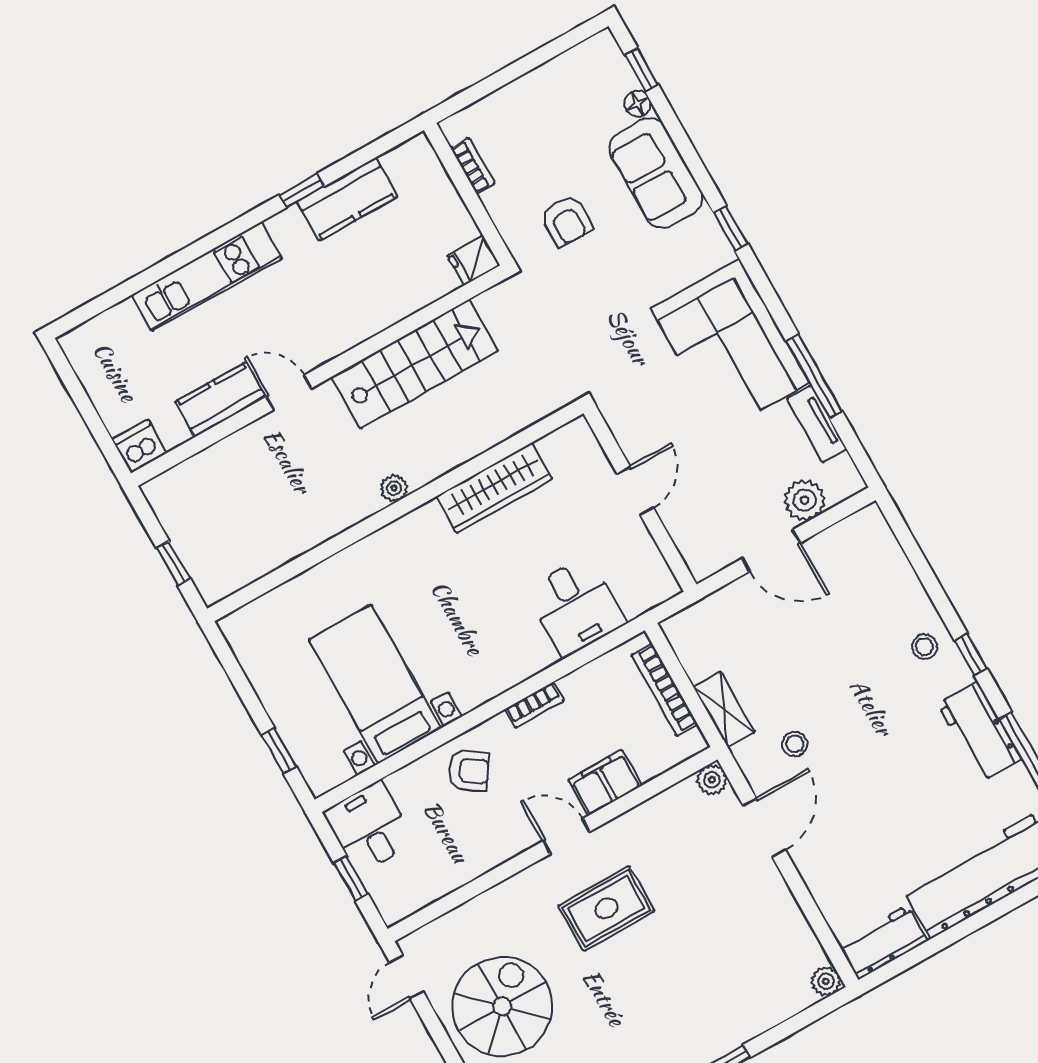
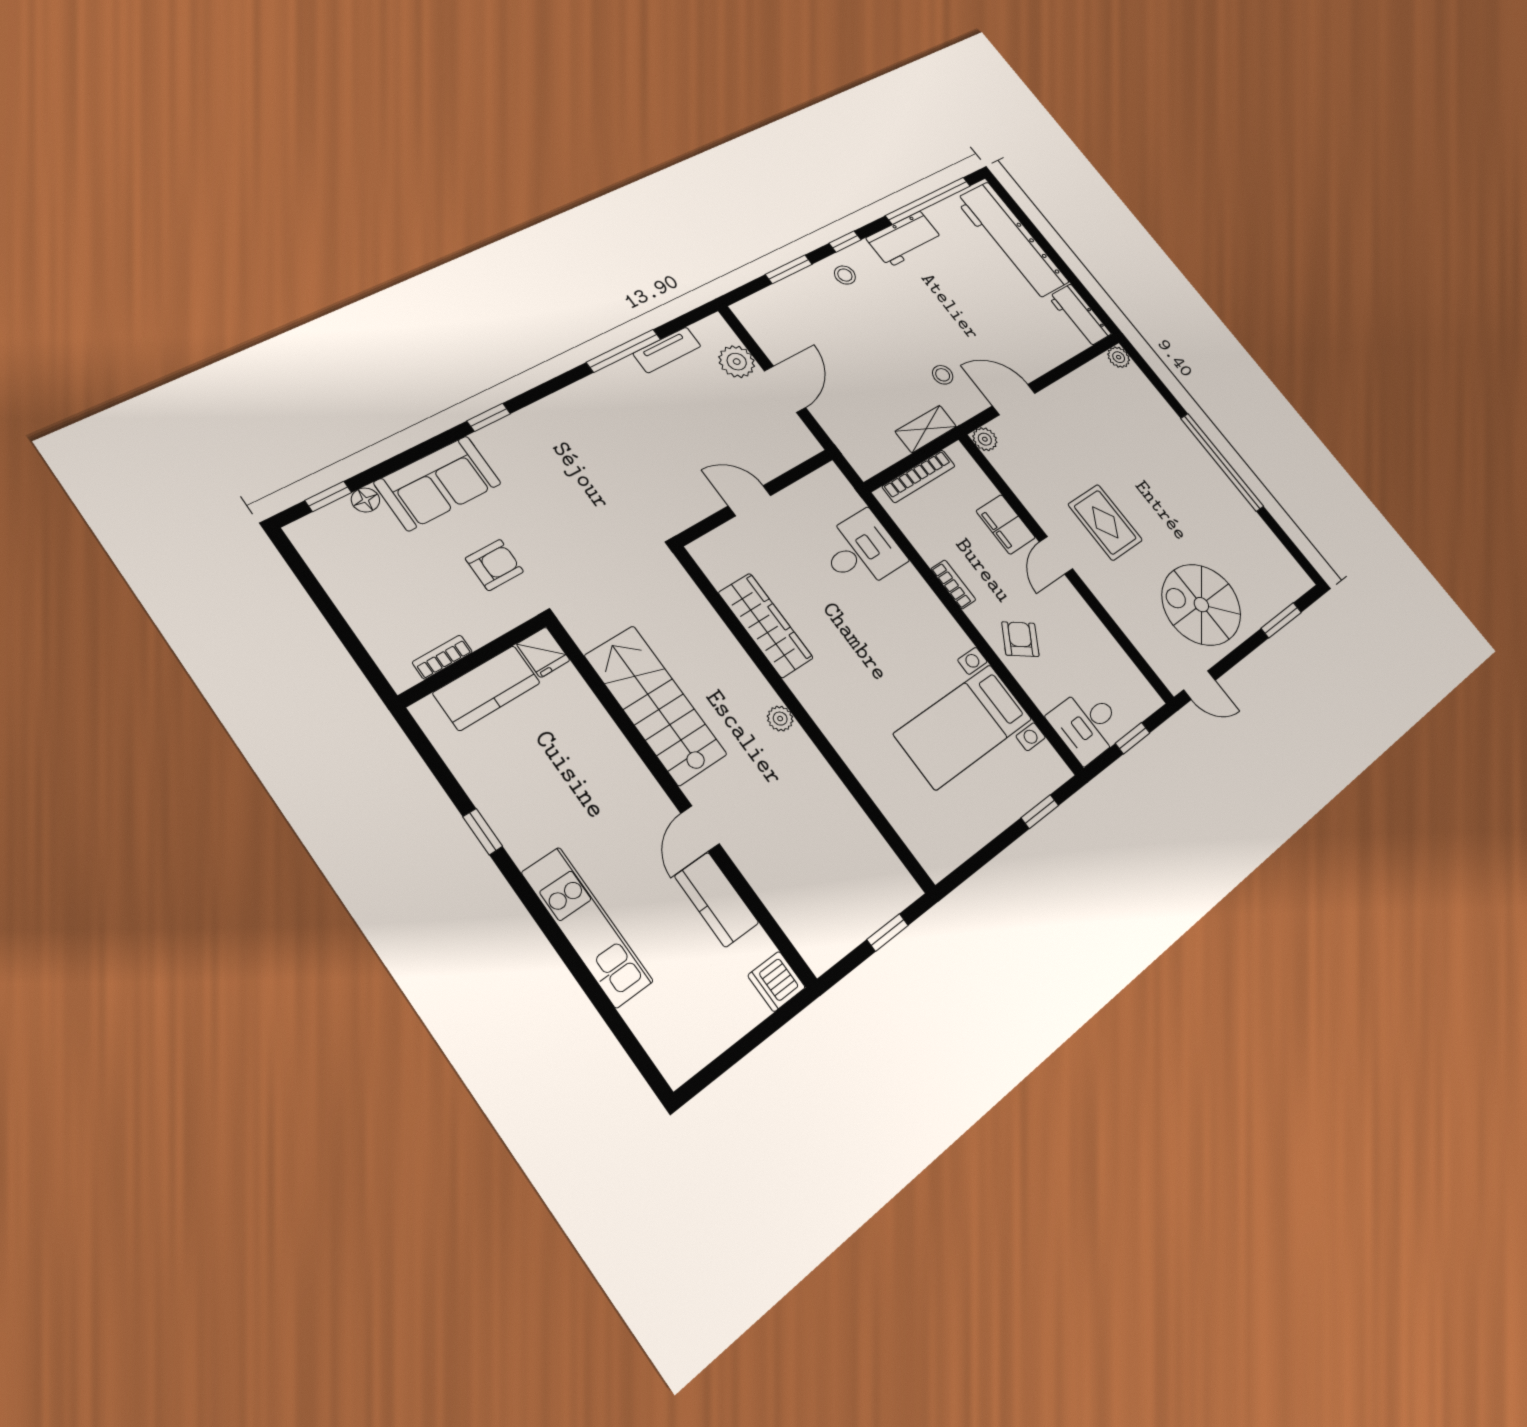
kitchen counter: (347, 199) -> (487, 688), moved, turned 90
corner sofa: (730, 345) -> (603, 419), removed
window: (928, 579) -> (789, 269), added

